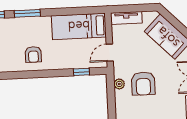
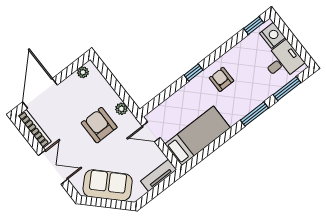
door: (110, 53) -> (151, 132), swing flipped
window: (81, 72) -> (194, 72), moved

